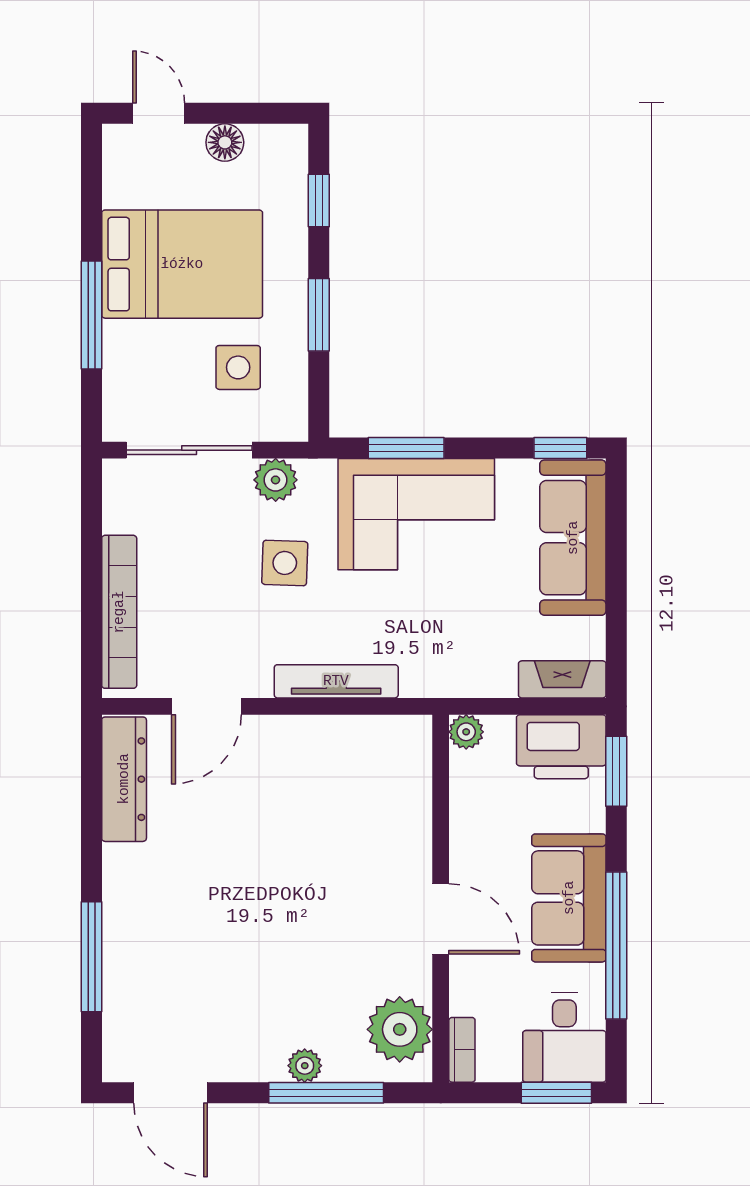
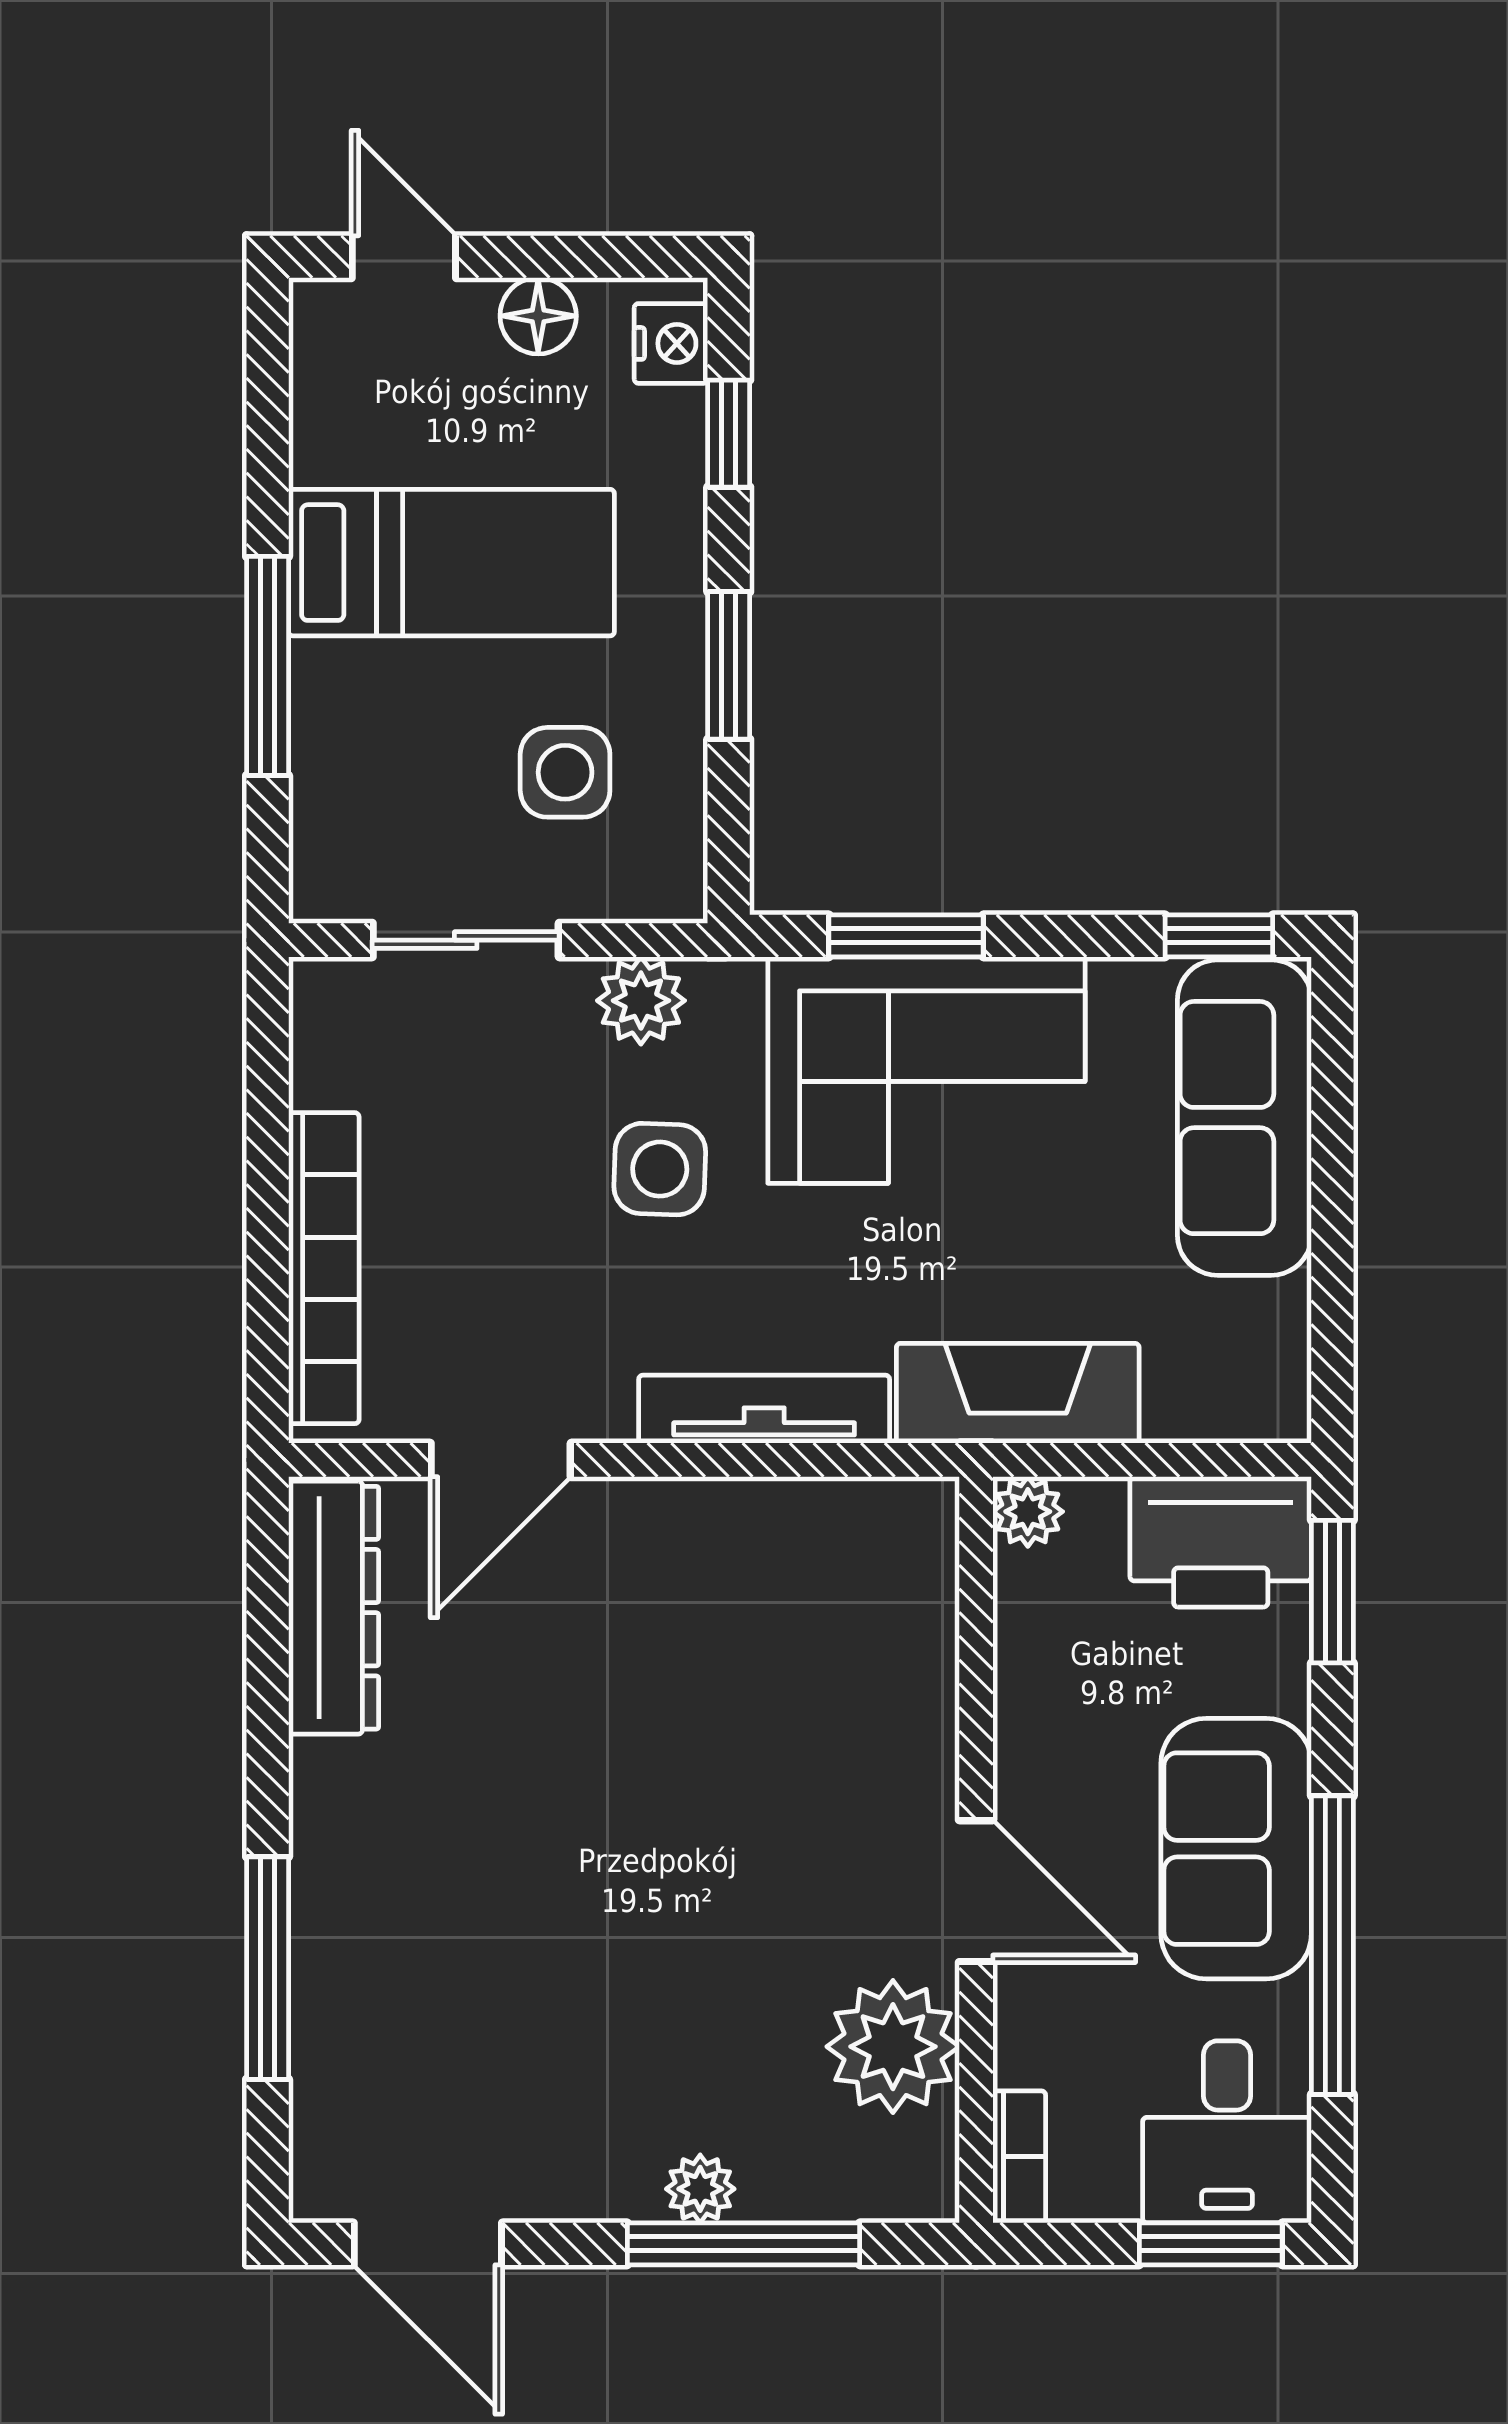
nightstand: (290, 156) -> (671, 343), added
bed: (182, 264) -> (451, 563), width x0.67
sliding door: (189, 450) -> (466, 940), width x0.73
fireplace: (562, 679) -> (1018, 1393), moved, width x1.37, depth x1.32
plant: (400, 1029) -> (893, 2047), moved

